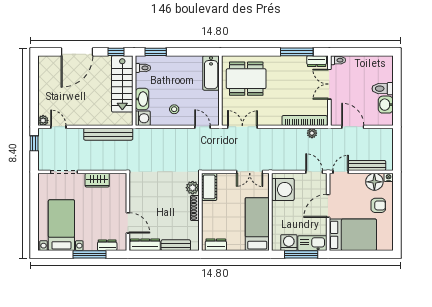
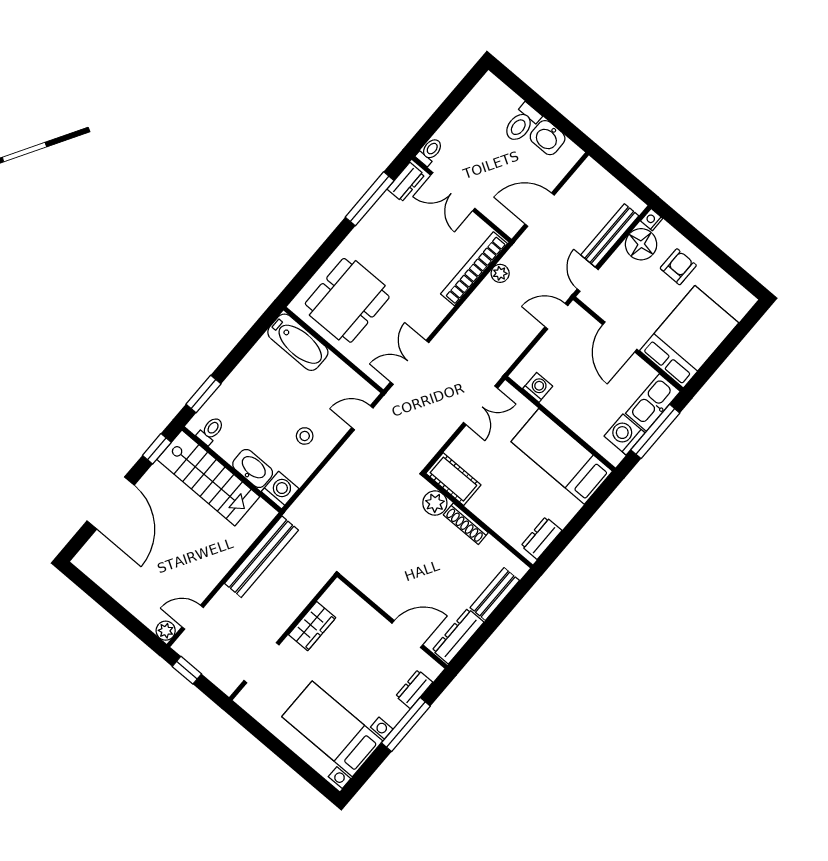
washing machine: (283, 190) -> (538, 387), width x0.53, depth x0.53

